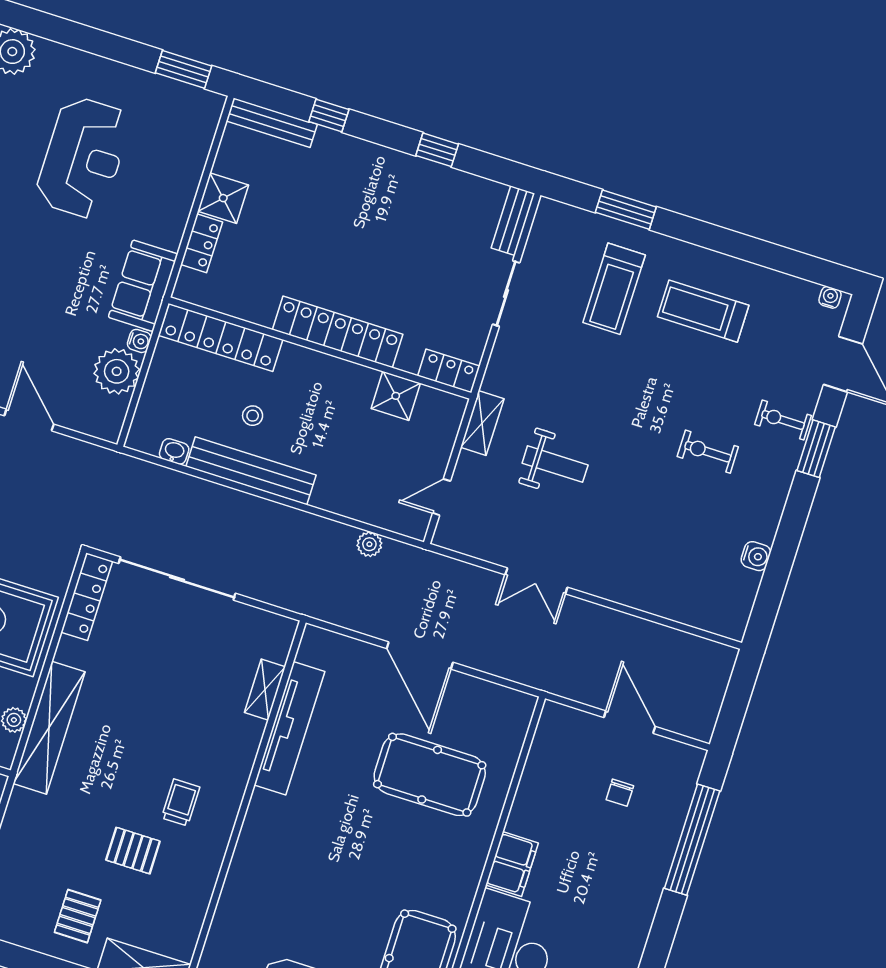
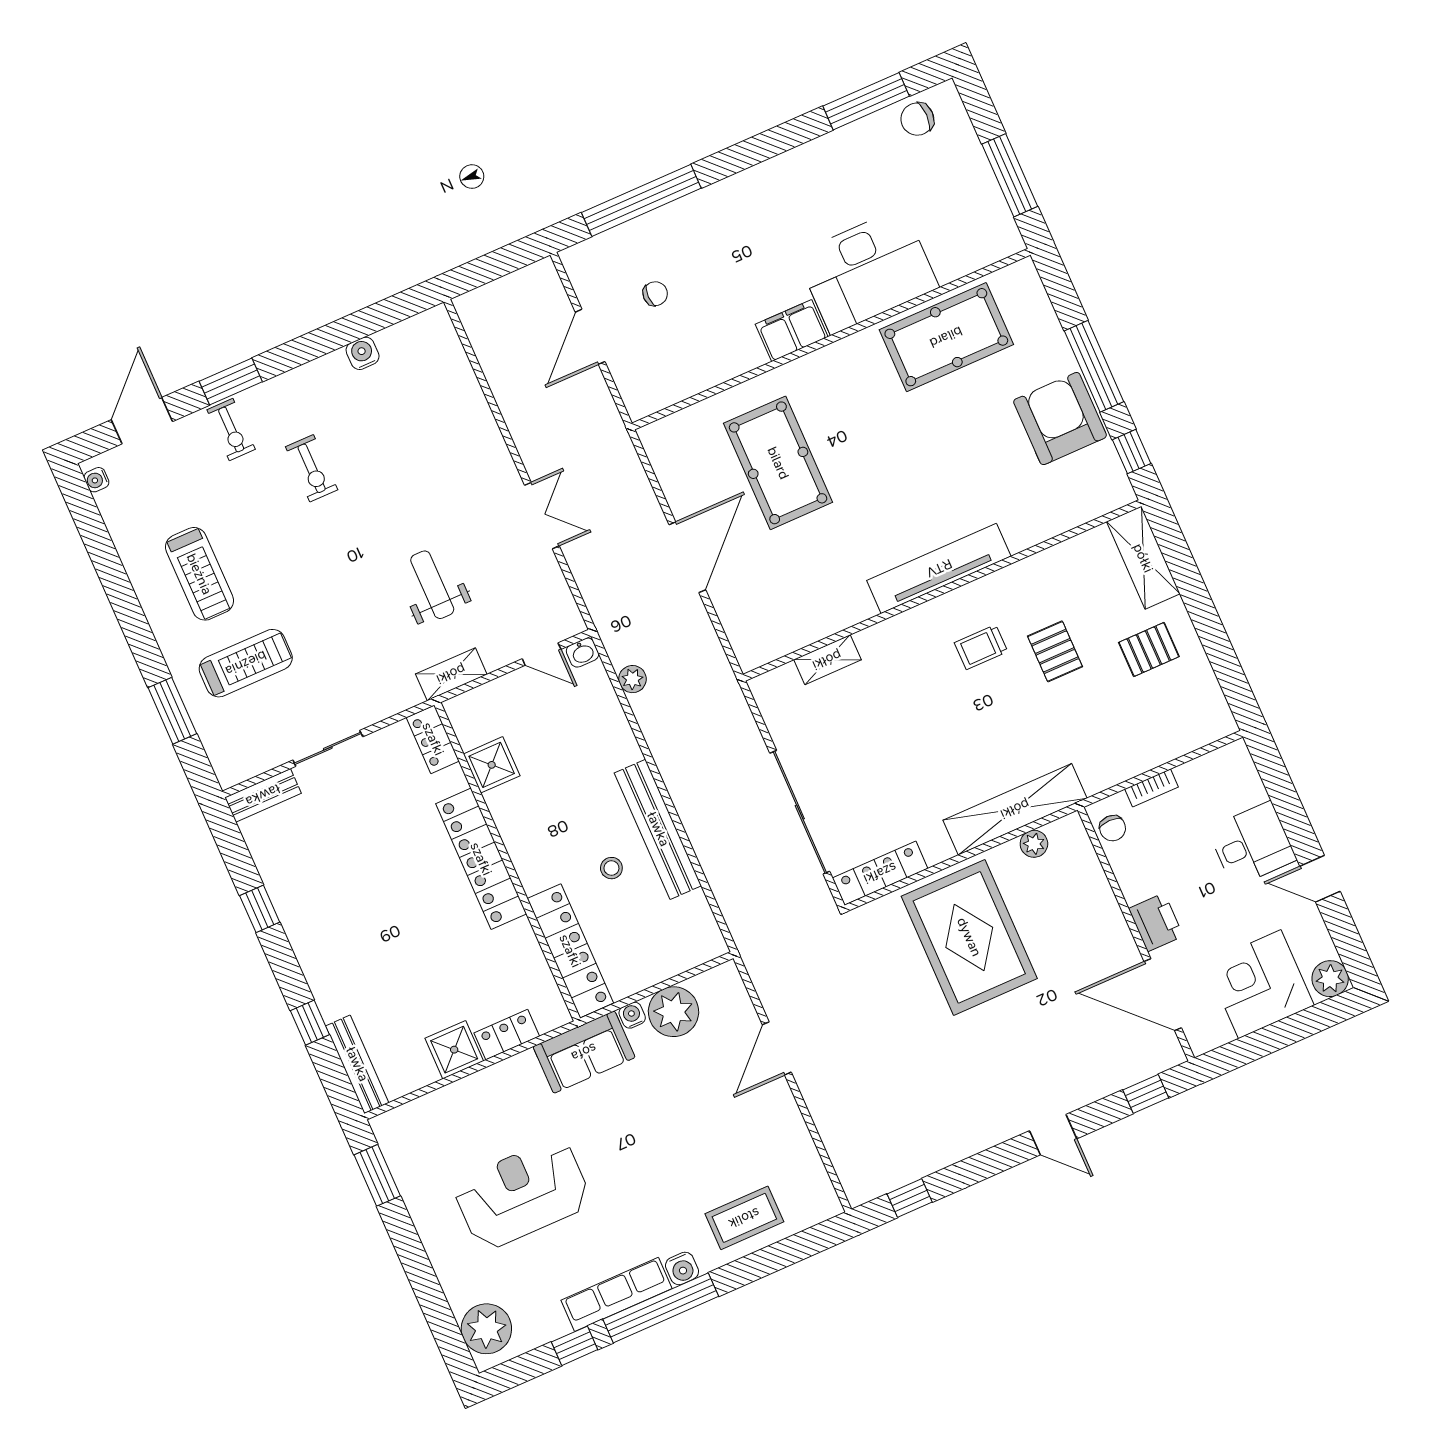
washbasin: (174, 451) -> (583, 653), moved, turned -90
tv unit: (290, 728) -> (939, 568), moved

